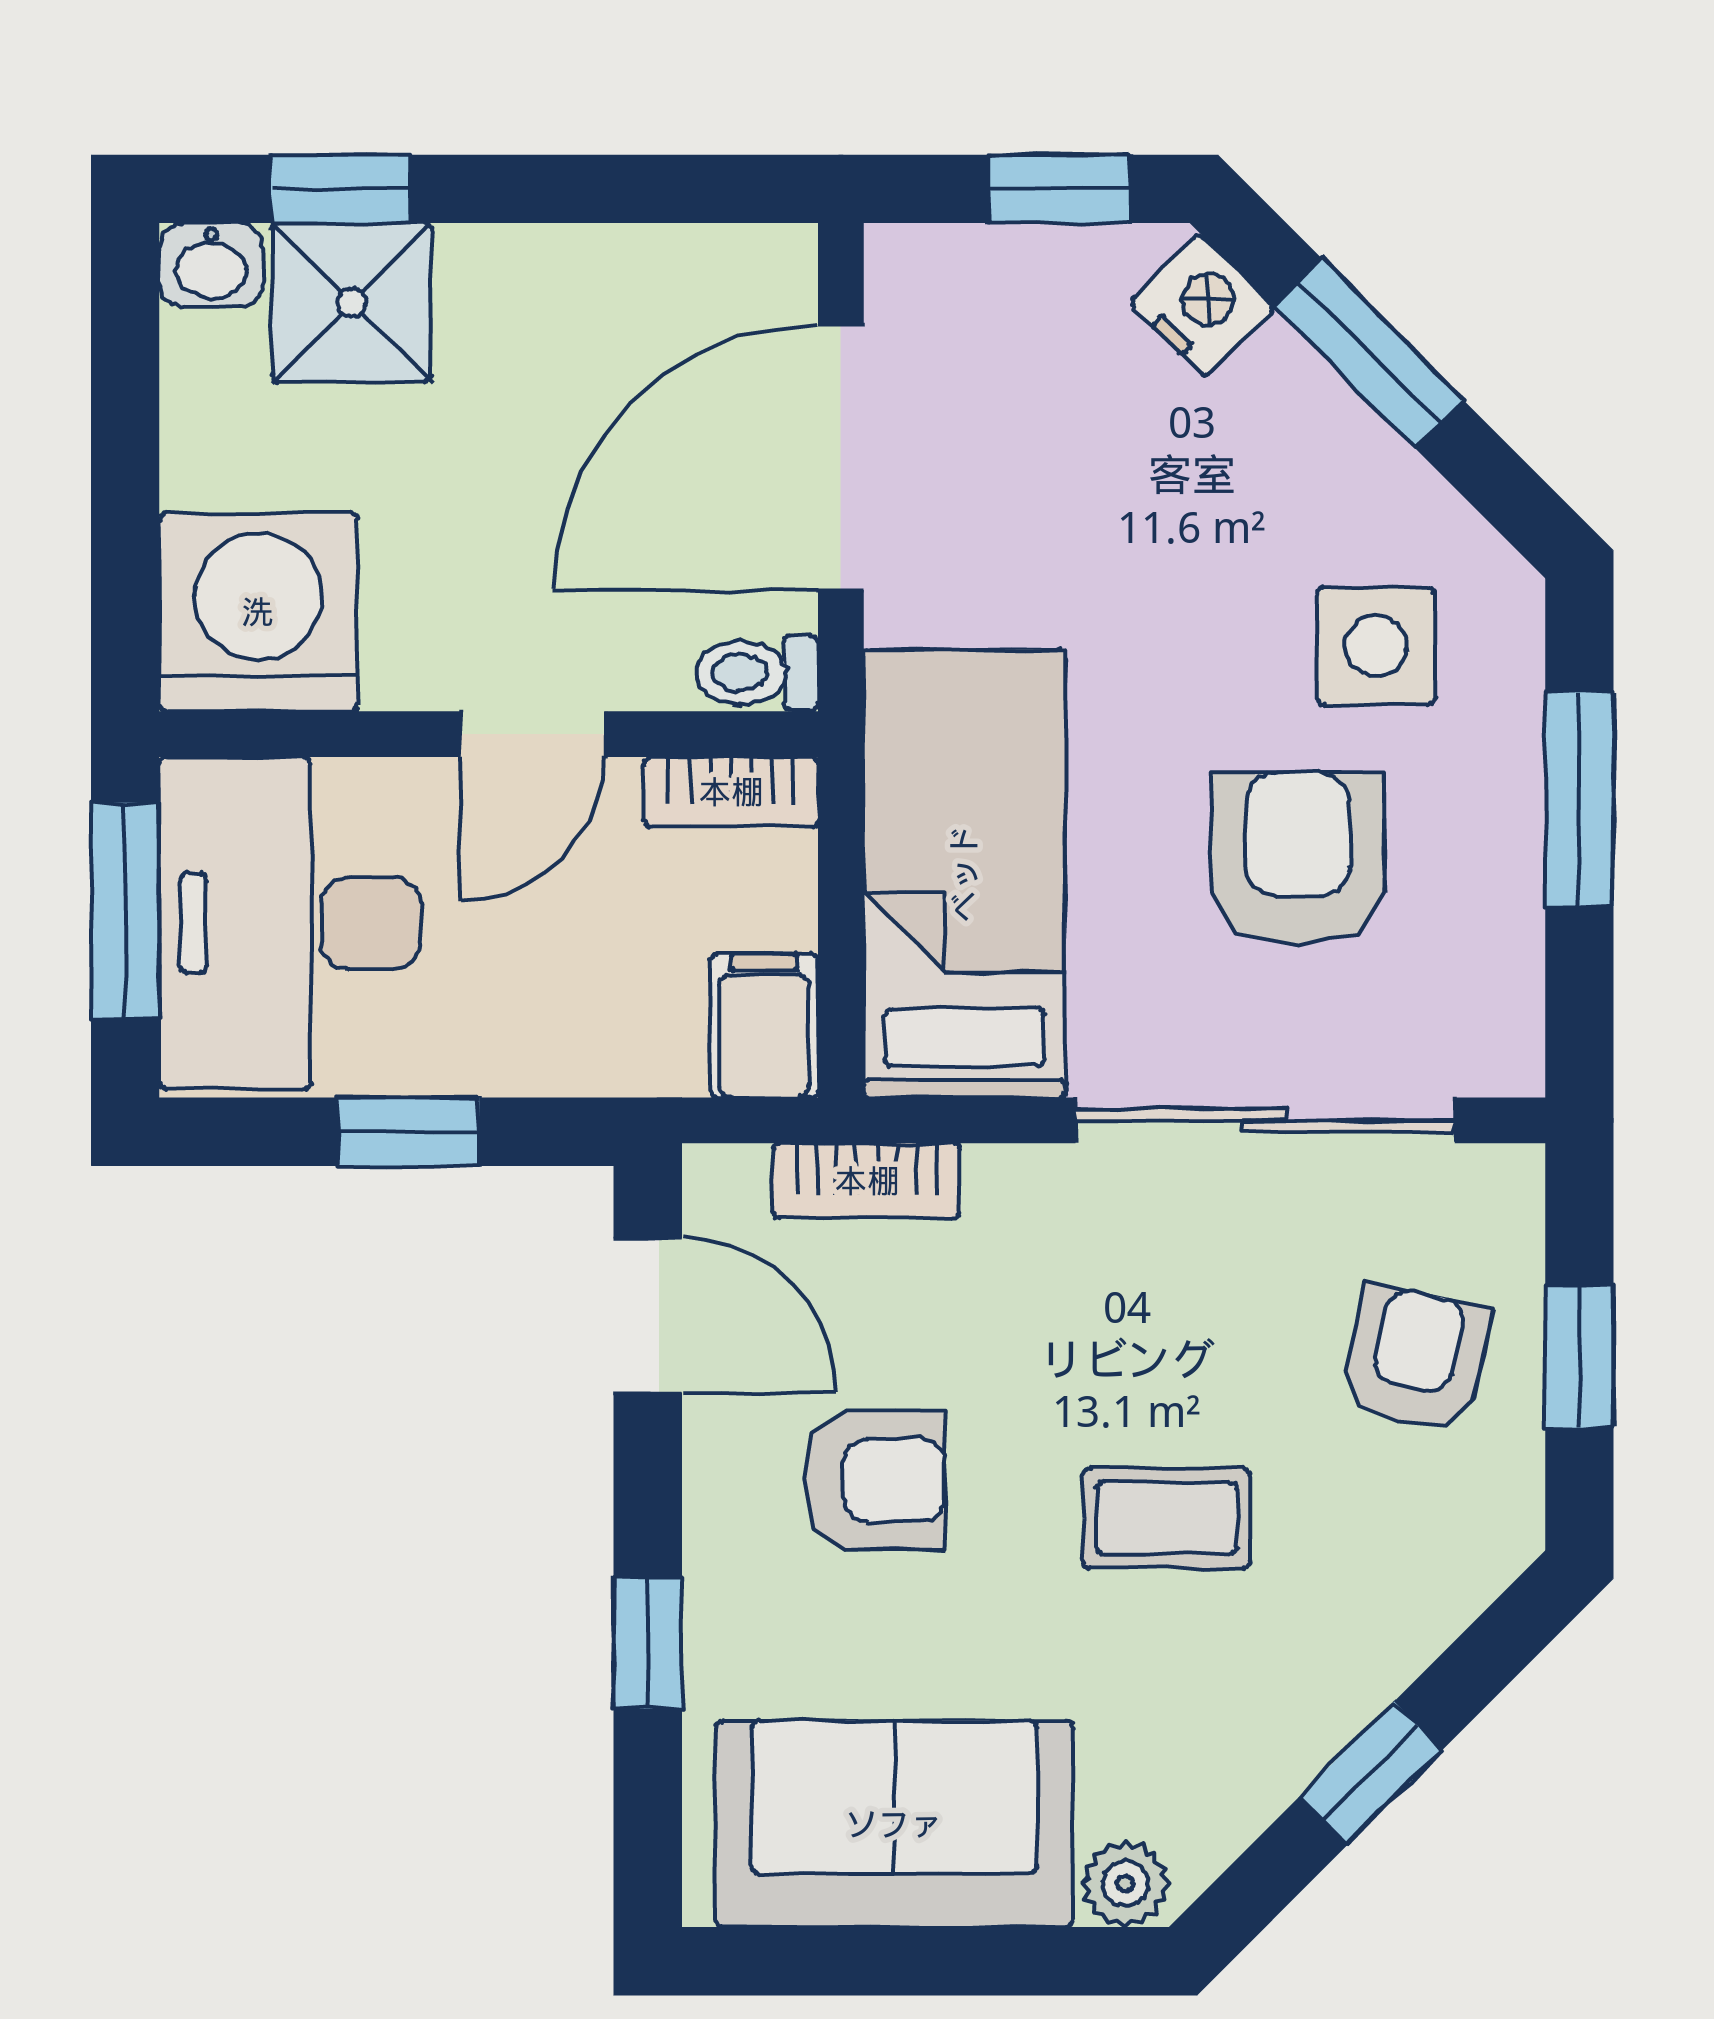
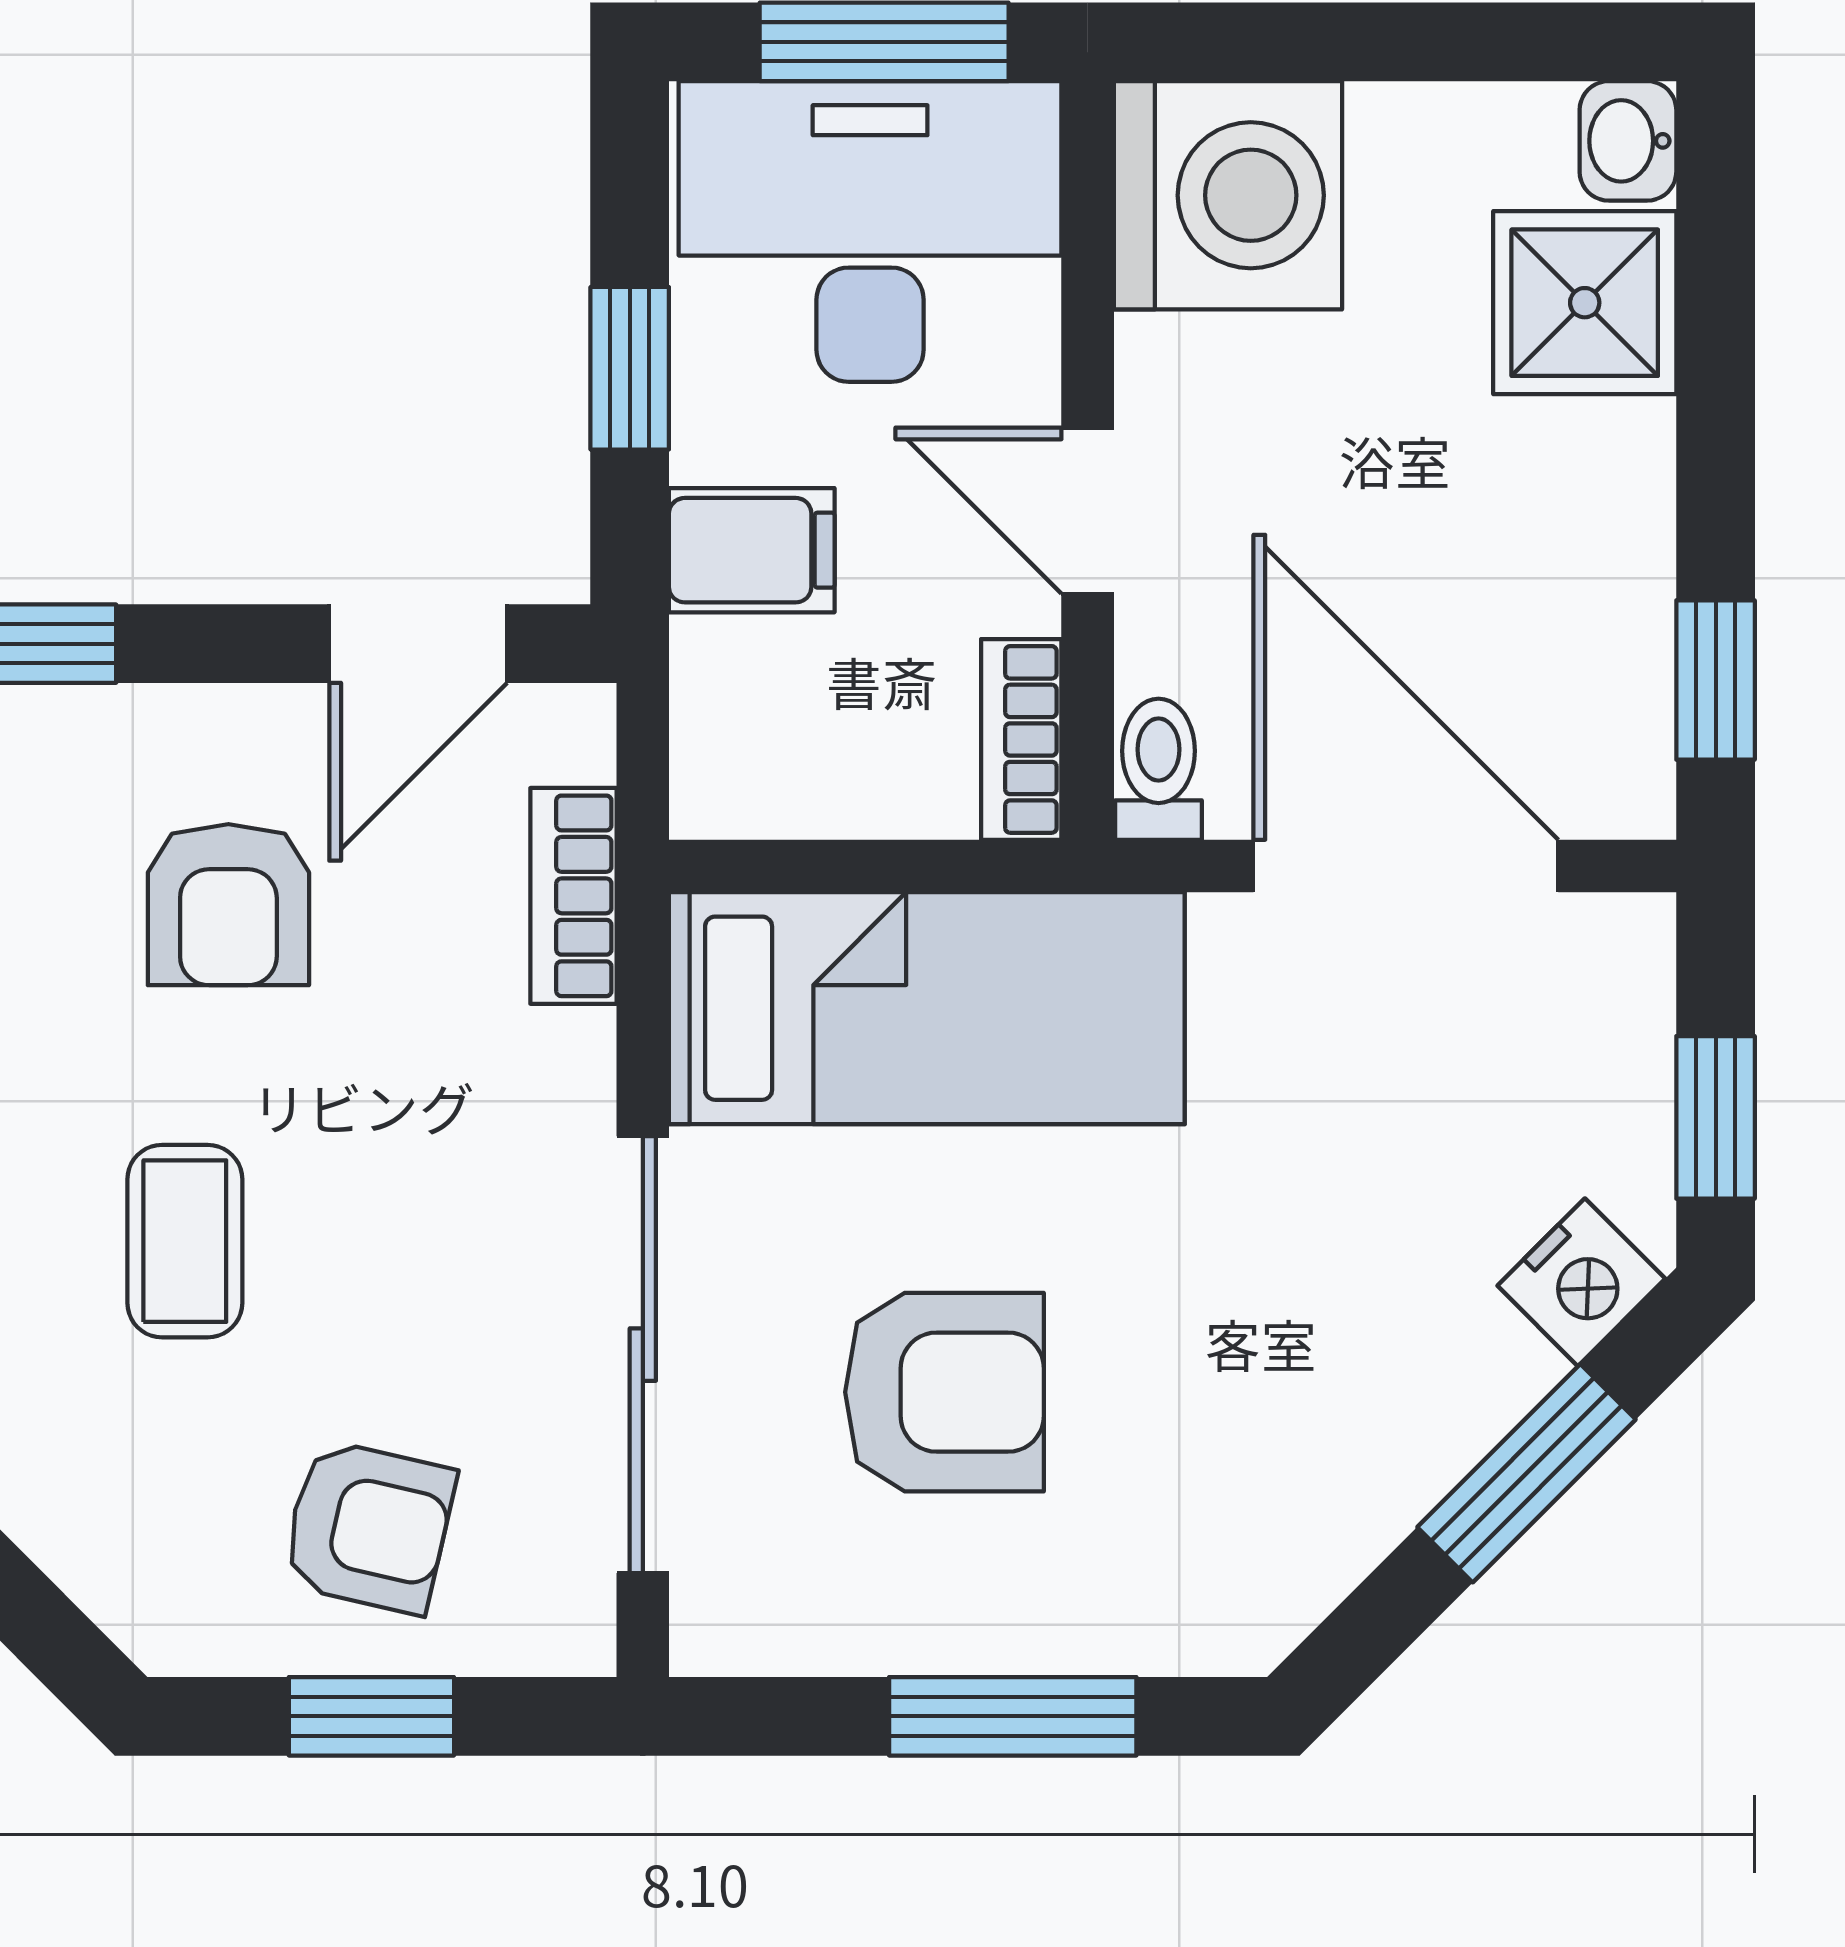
window: (340, 189) -> (1716, 680), moved
side table: (1376, 646) -> (1189, 1482), removed
filing cabinet: (764, 1026) -> (752, 550), moved

